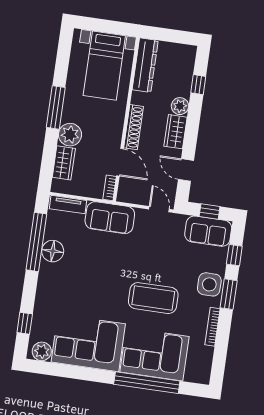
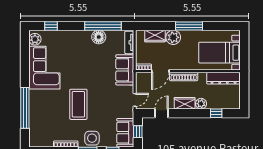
corner sofa: (154, 354) -> (43, 110), removed

